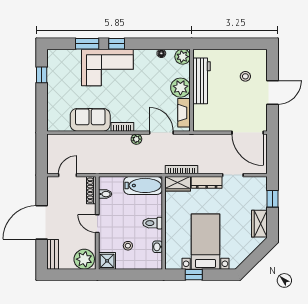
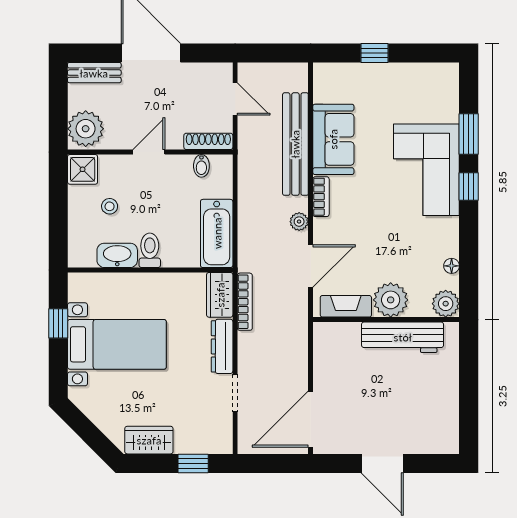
window: (42, 75) -> (375, 53), moved
stool: (245, 76) -> (411, 415), removed
bench: (93, 141) -> (295, 144), added
washbasin: (158, 247) -> (117, 255), width x1.91, depth x1.45

